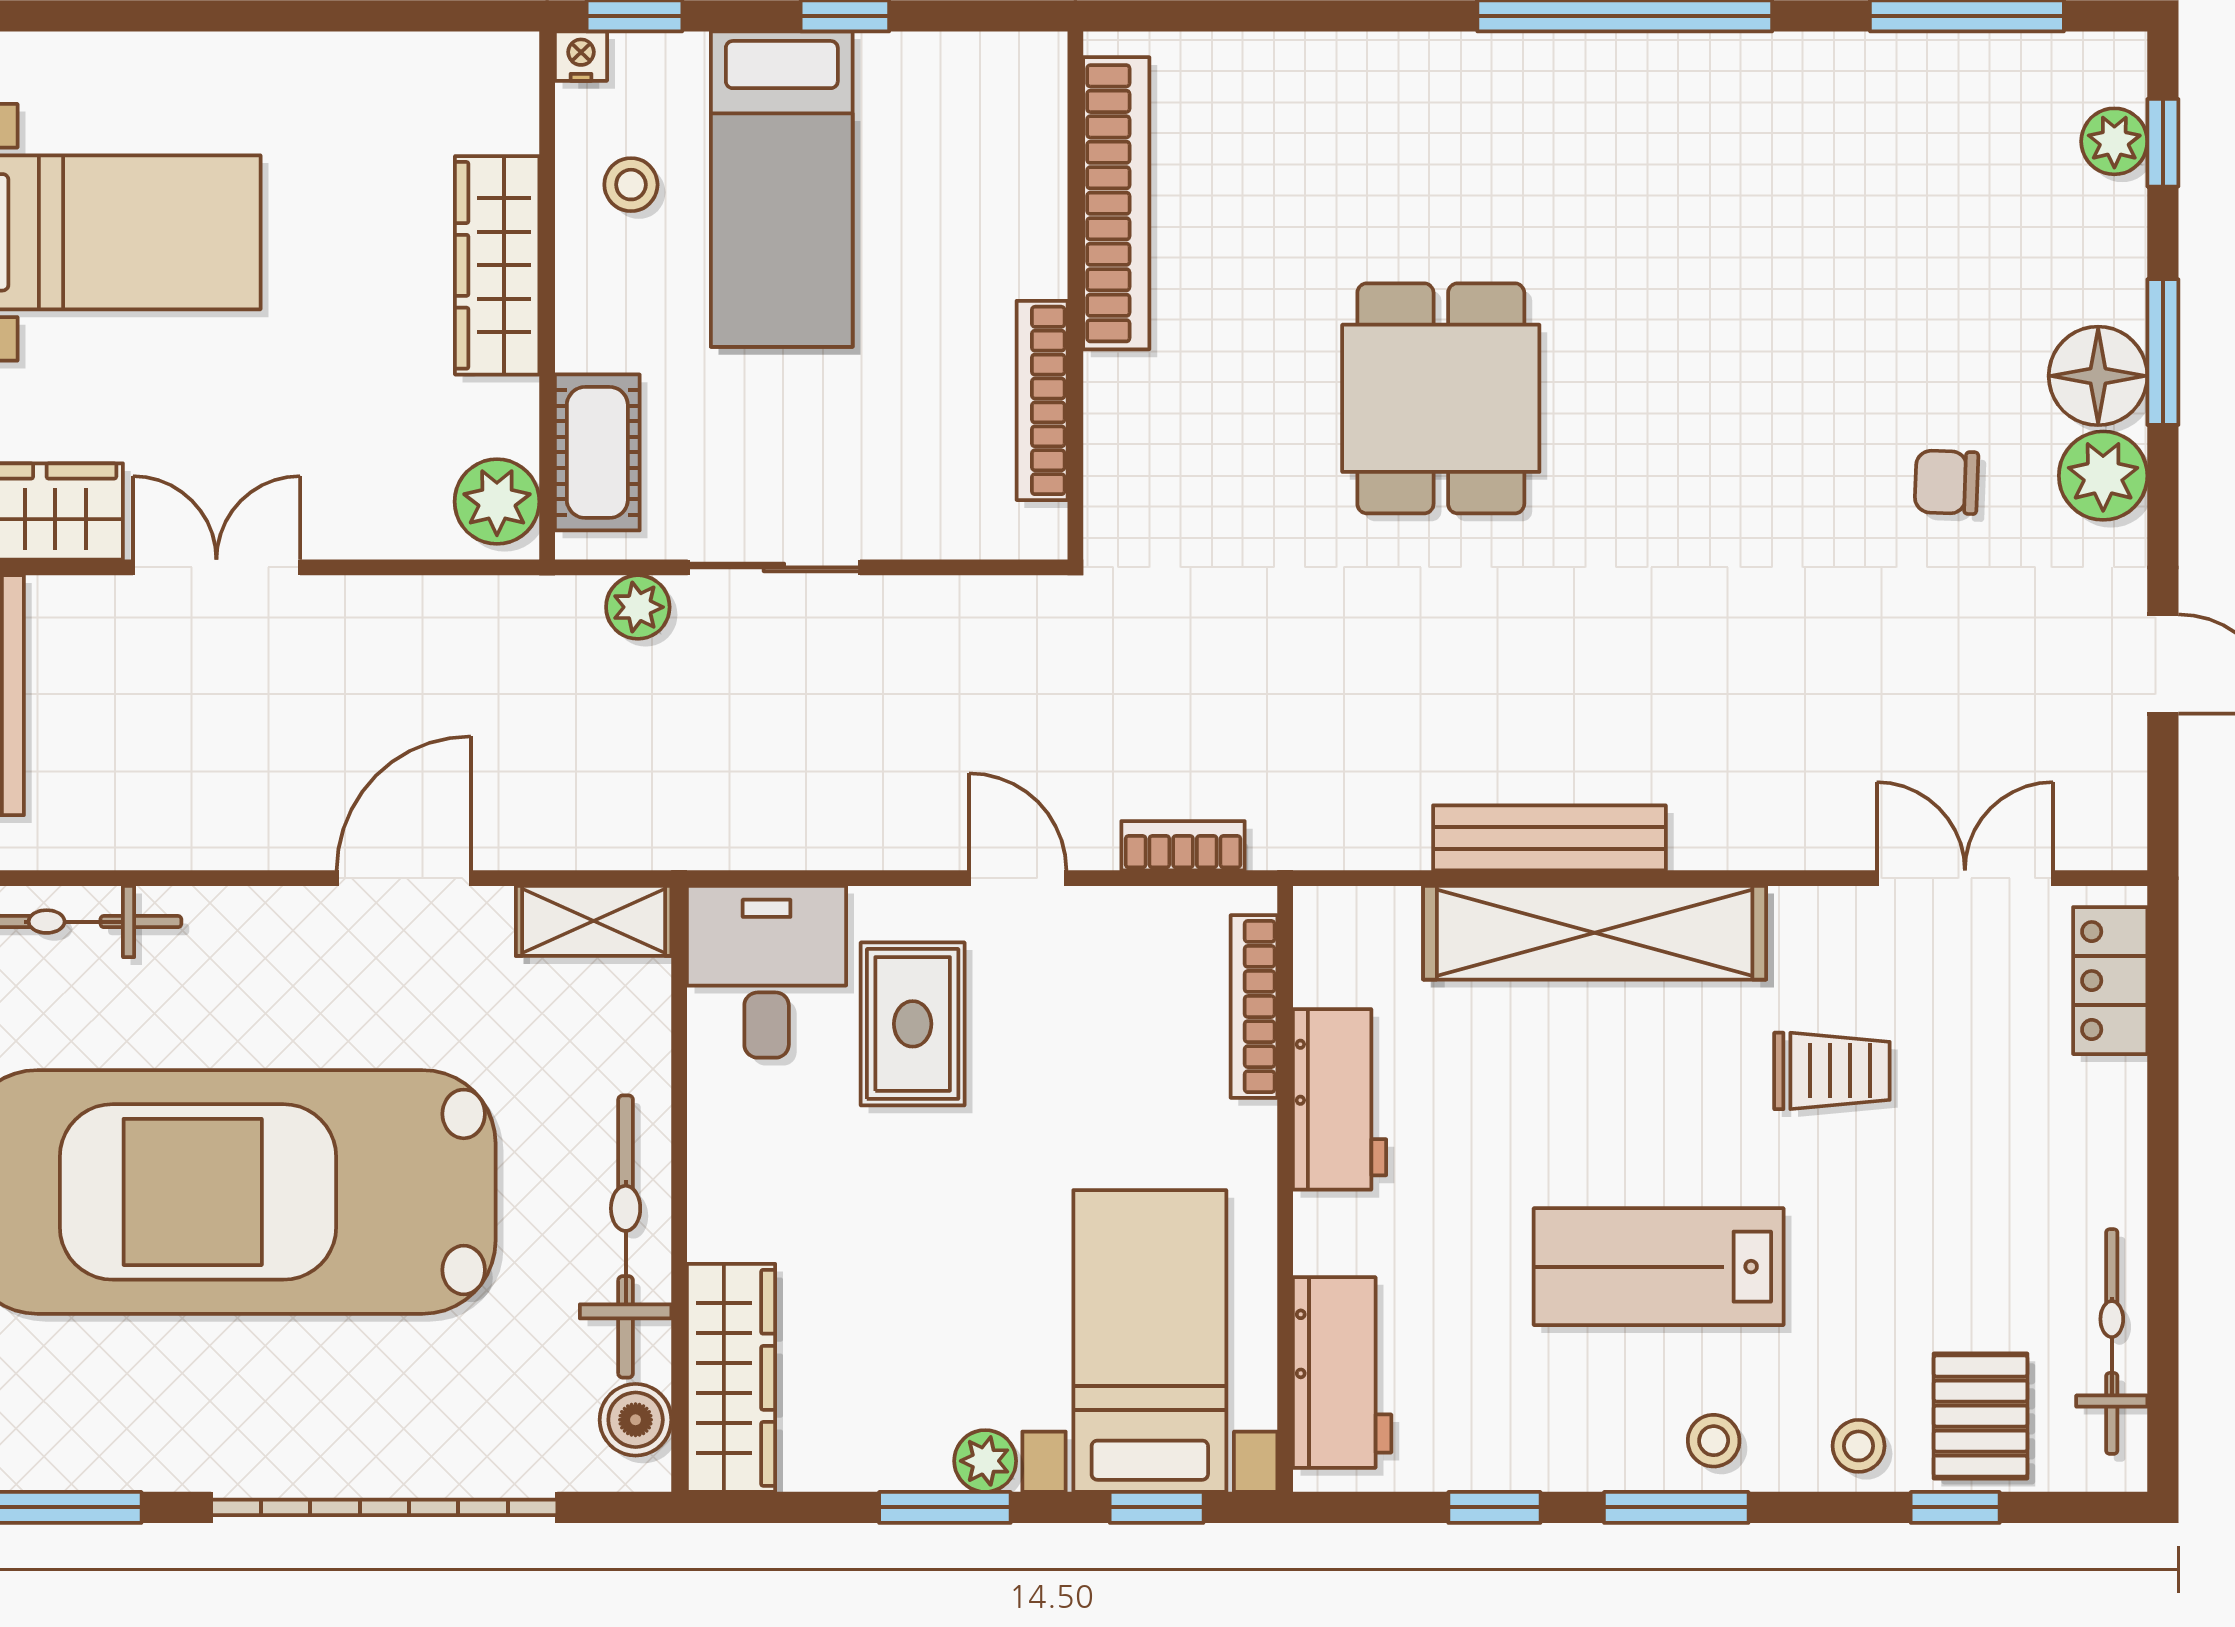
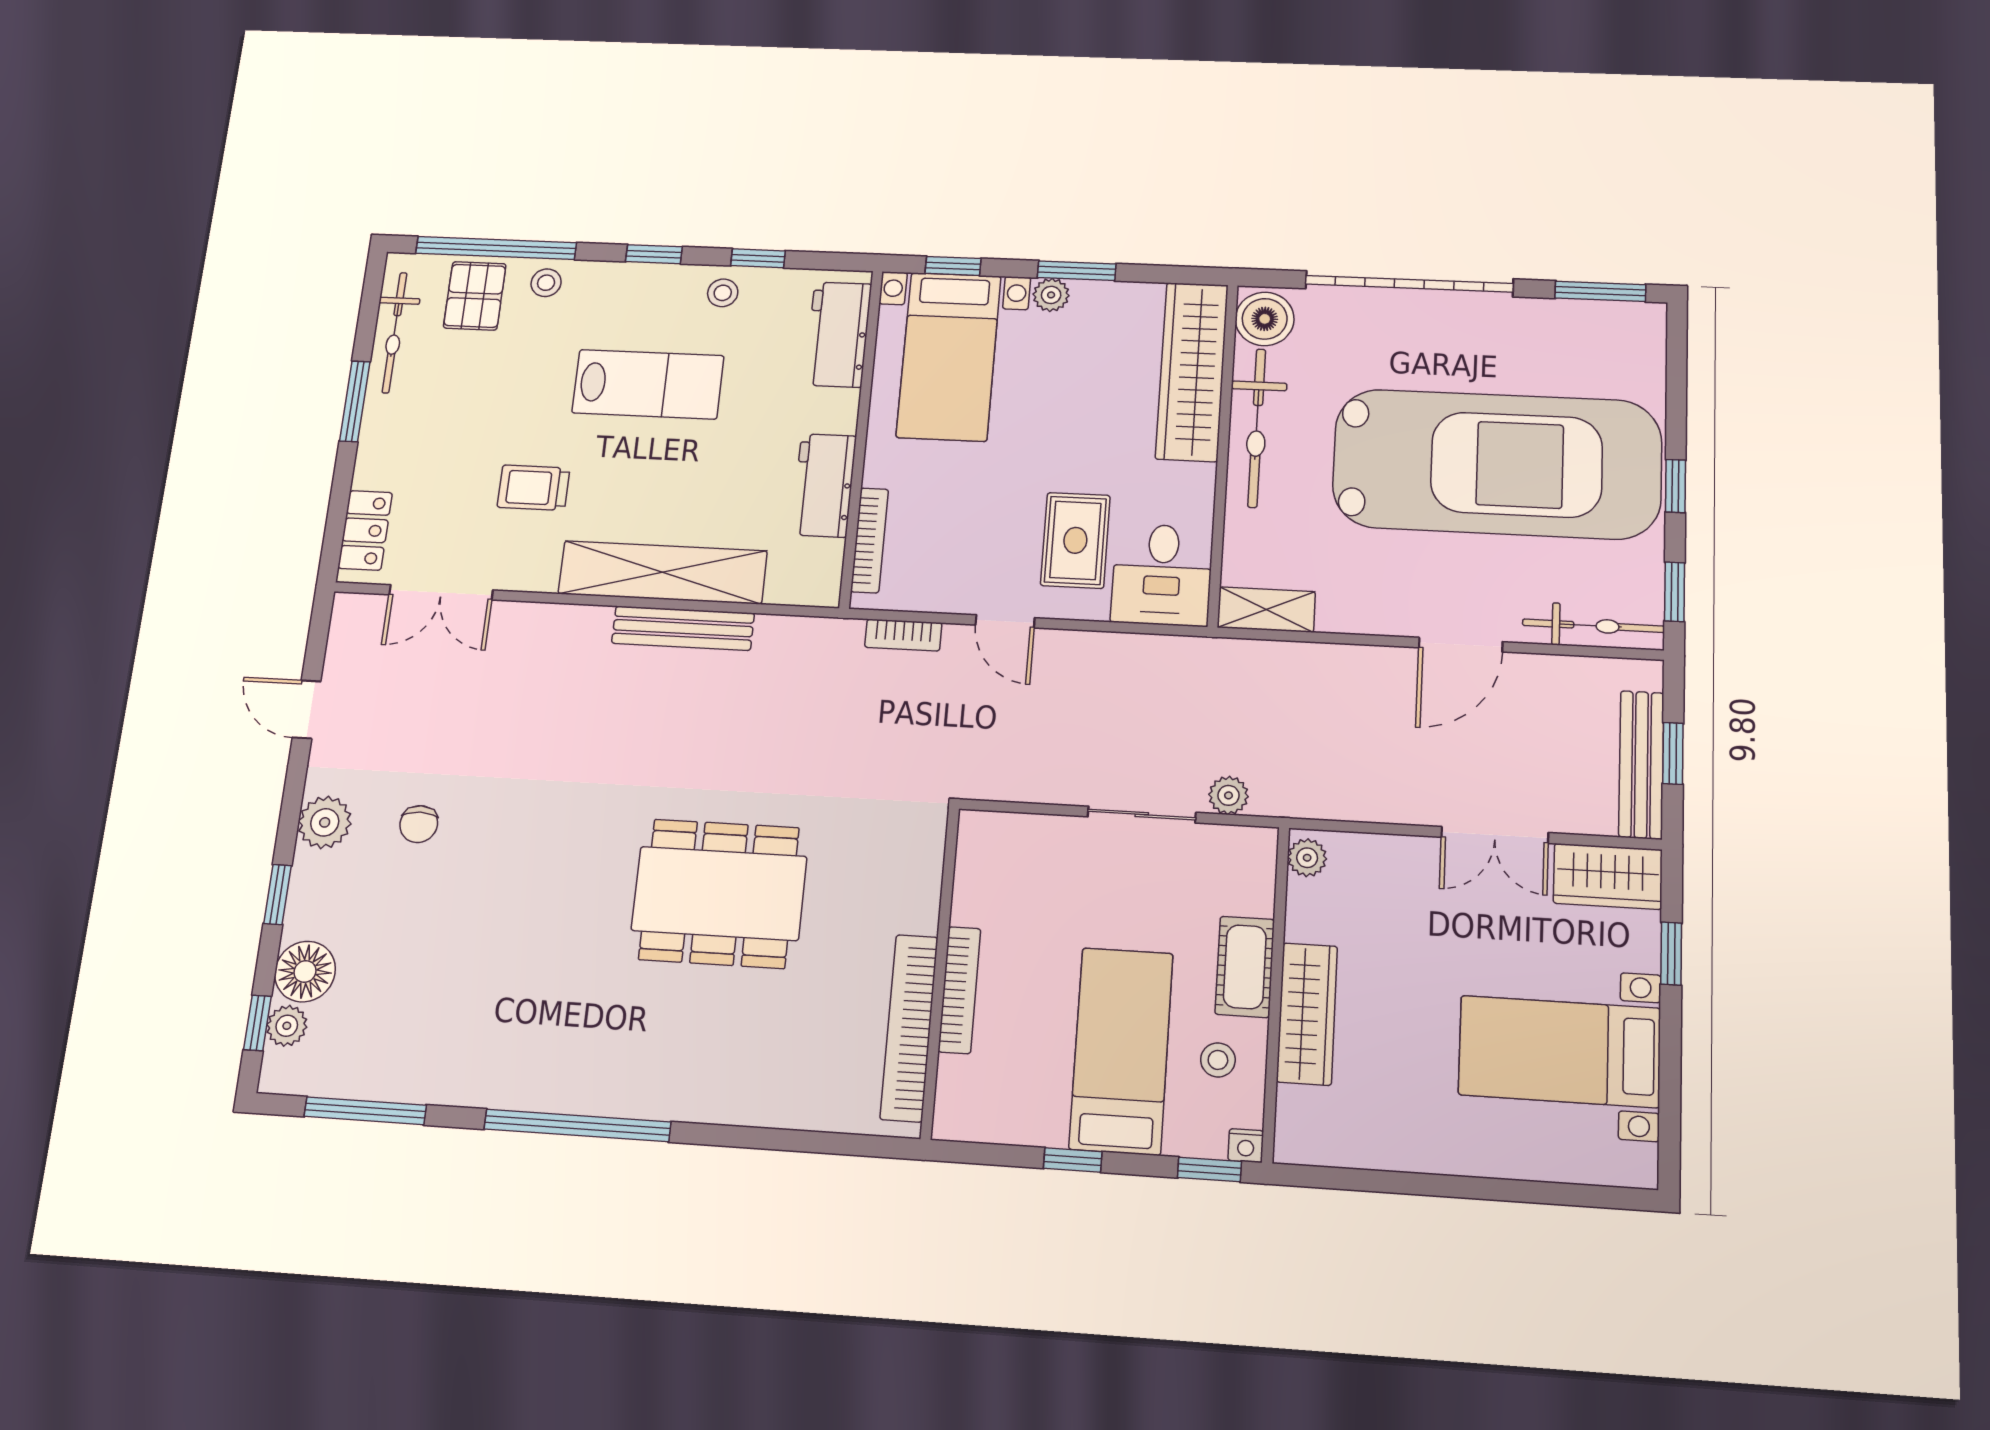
window: (2163, 352) -> (278, 895), width x0.67
floor lamp: (2098, 376) -> (305, 972), moved
dining table: (1441, 398) -> (719, 893), width x1.38
bookcase: (1042, 400) -> (959, 990), moved
cot: (597, 452) -> (1245, 967), moved
chair: (1946, 482) -> (419, 824), turned 88
plant: (497, 502) -> (1307, 858), width x0.73, depth x0.73
door: (404, 878) -> (1461, 645), moved
window: (2163, 1212) -> (355, 401), added
wardrobe: (731, 1378) -> (1192, 371), width x1.40, depth x1.17
boiler: (636, 1420) -> (1265, 319), width x1.36, depth x1.36
stool: (1714, 1441) -> (723, 293), moved
window: (1676, 1507) -> (654, 254), width x0.67
window: (1955, 1507) -> (496, 248), width x3.17

